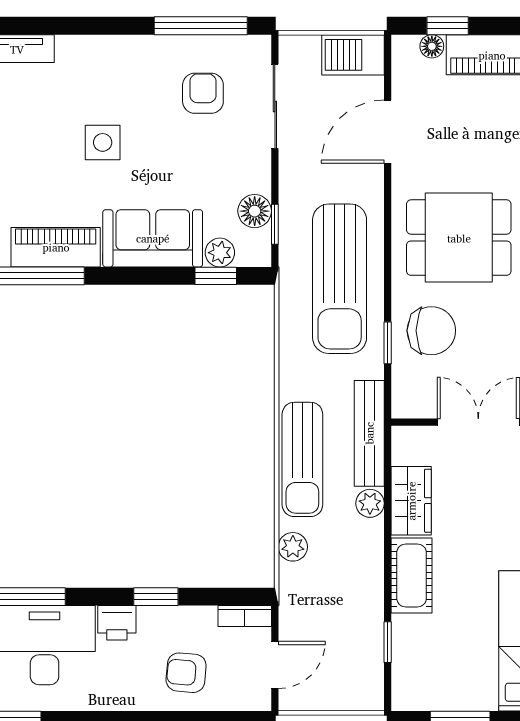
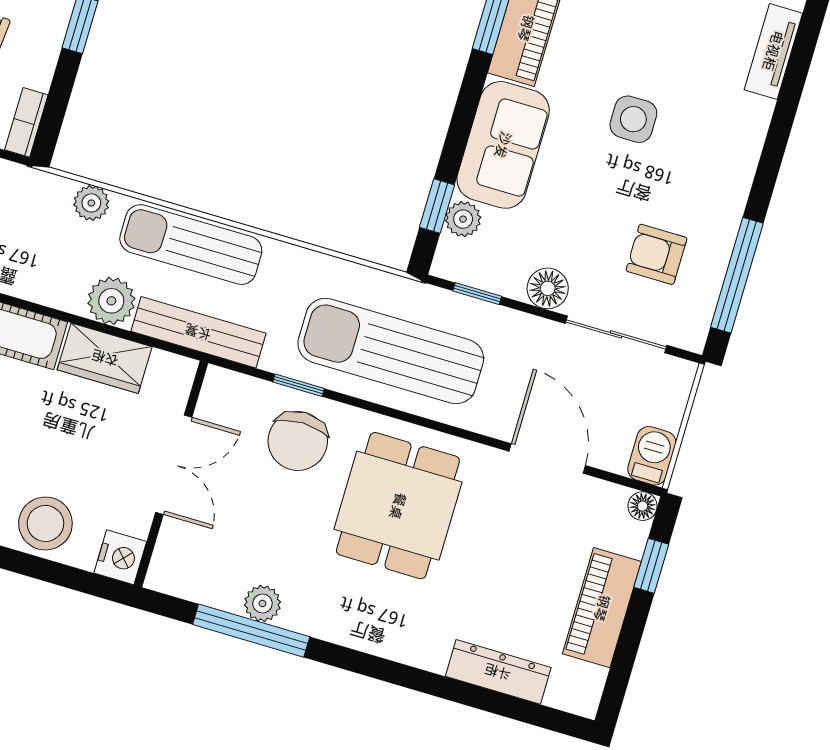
floor lamp: (432, 46) -> (643, 506), moved
barbecue: (353, 55) -> (652, 456), width x0.73, depth x0.79
armchair: (203, 93) -> (657, 254), turned 180
floor lamp: (255, 211) -> (548, 288), moved
plant: (370, 503) -> (111, 301), width x1.38, depth x1.38

